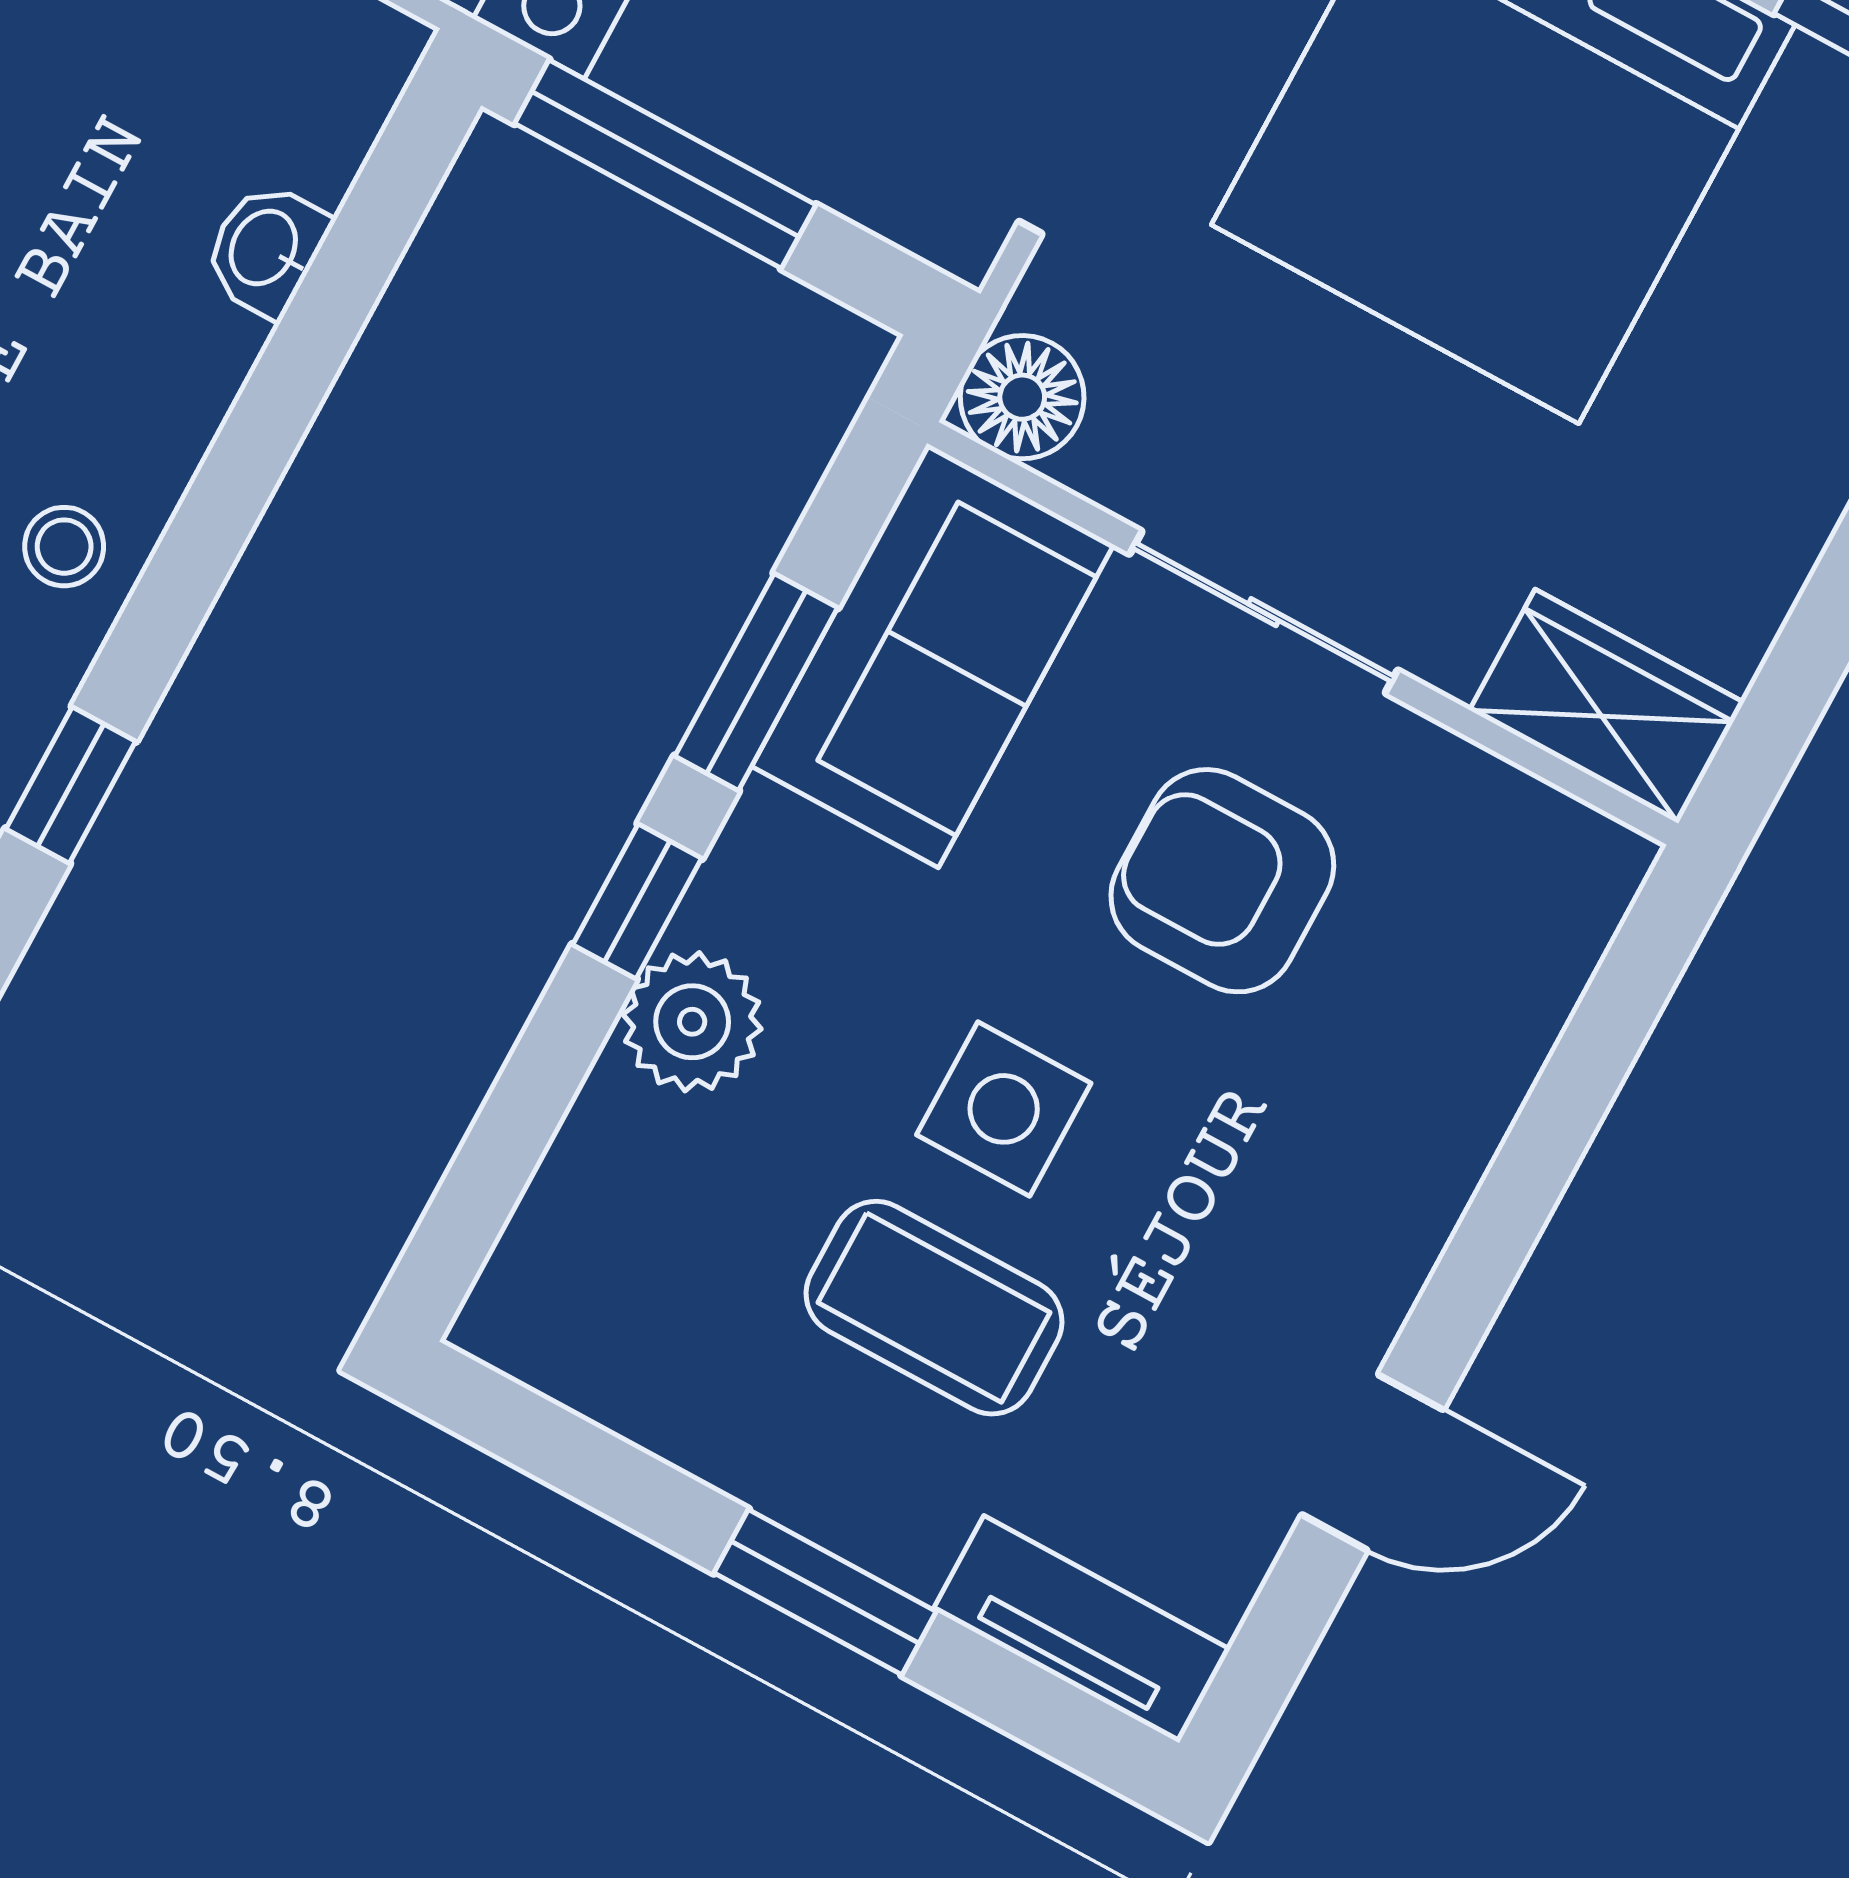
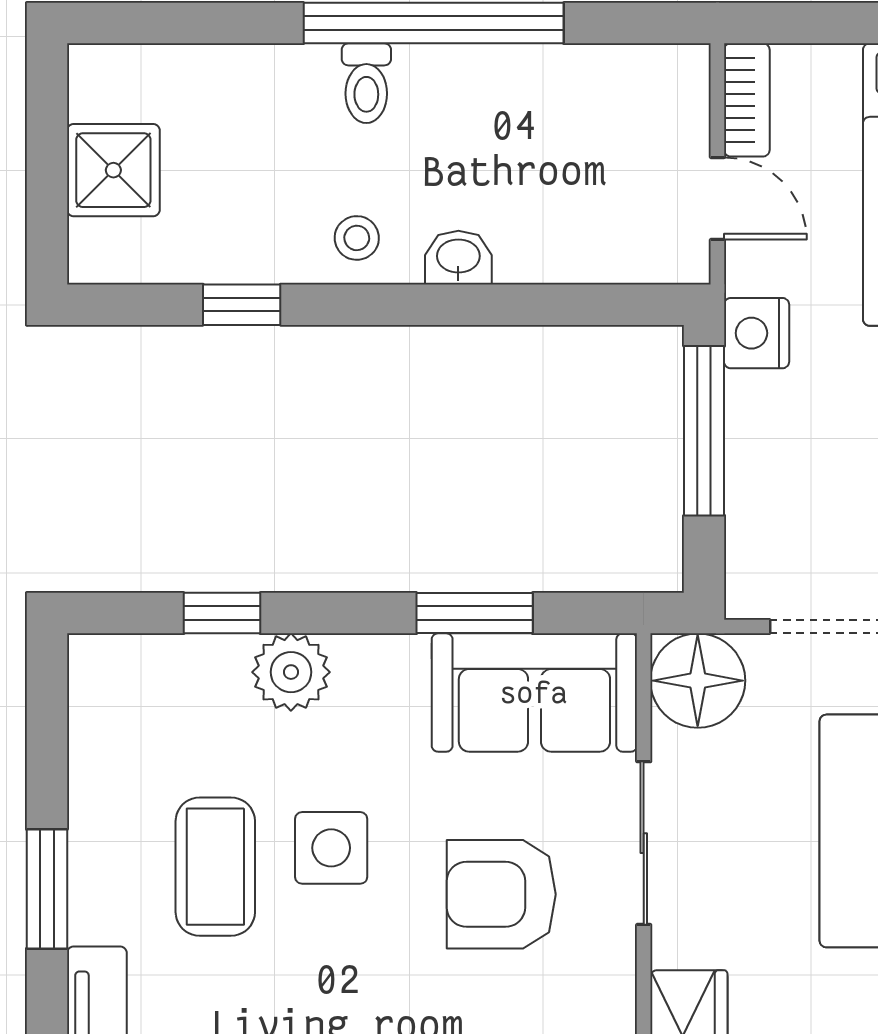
washbasin: (266, 249) -> (458, 258), moved
floor lamp: (1022, 397) -> (698, 681), width x1.38, depth x1.38
armchair: (1222, 881) -> (501, 894), turned -90
window: (637, 901) -> (222, 613), moved

